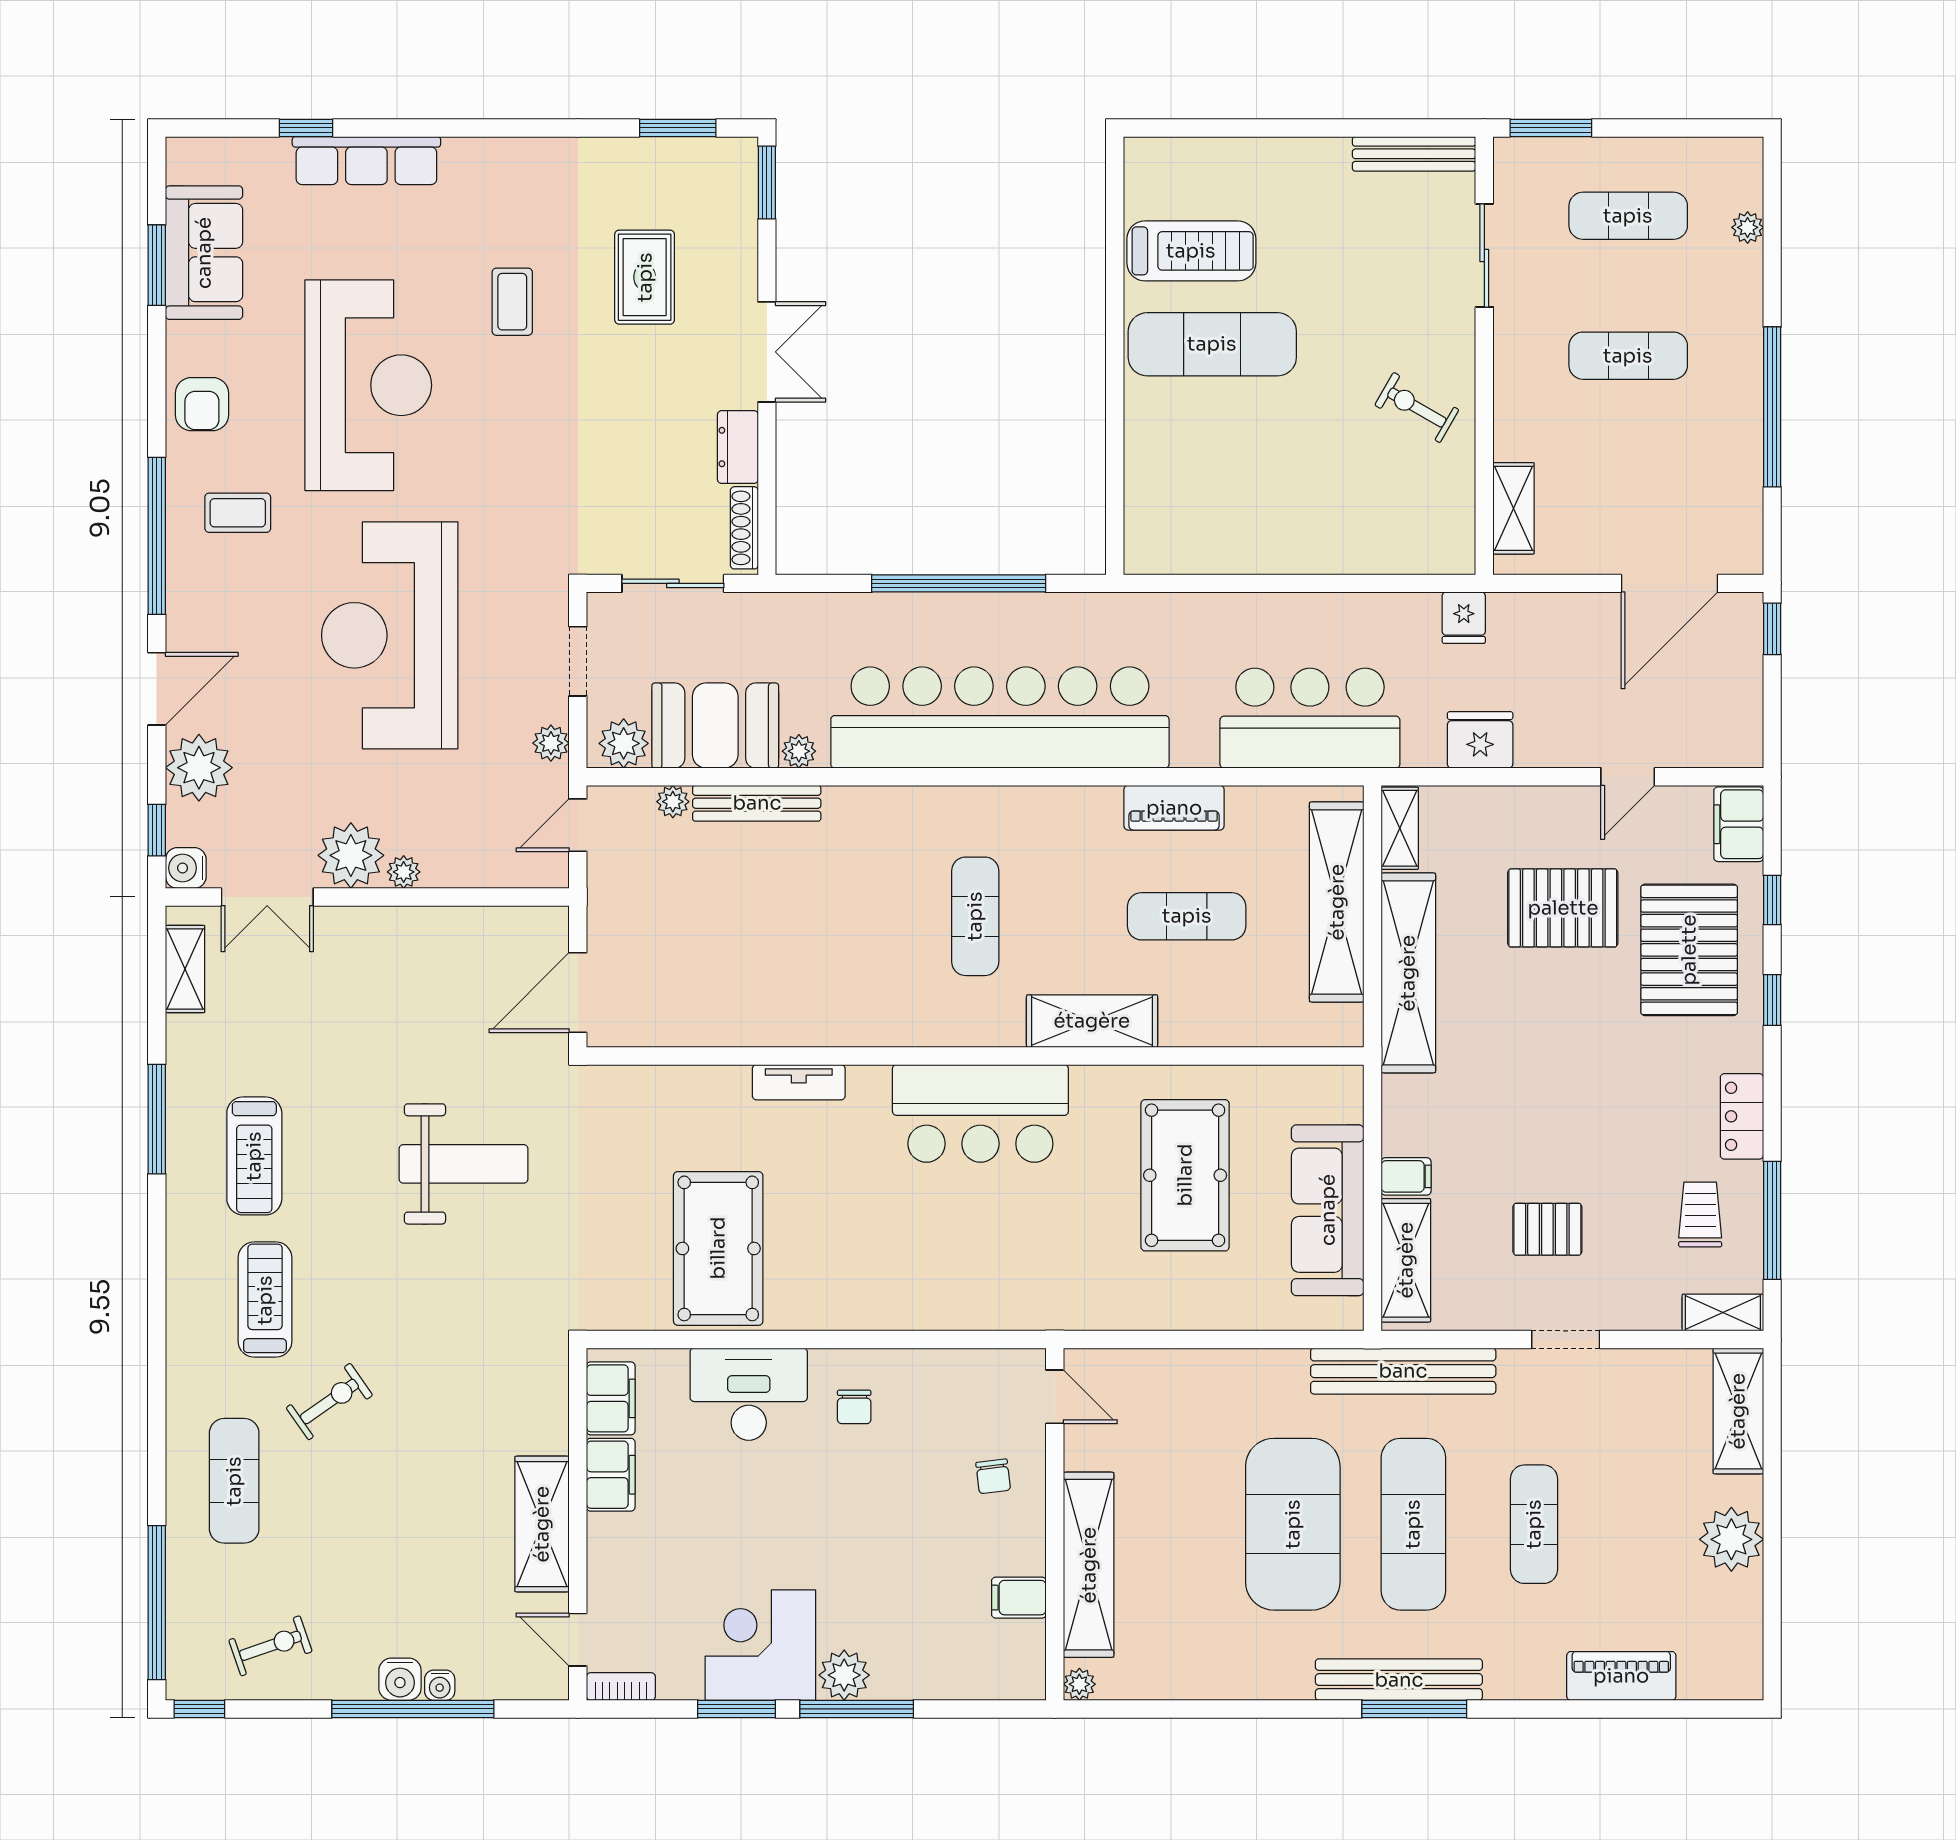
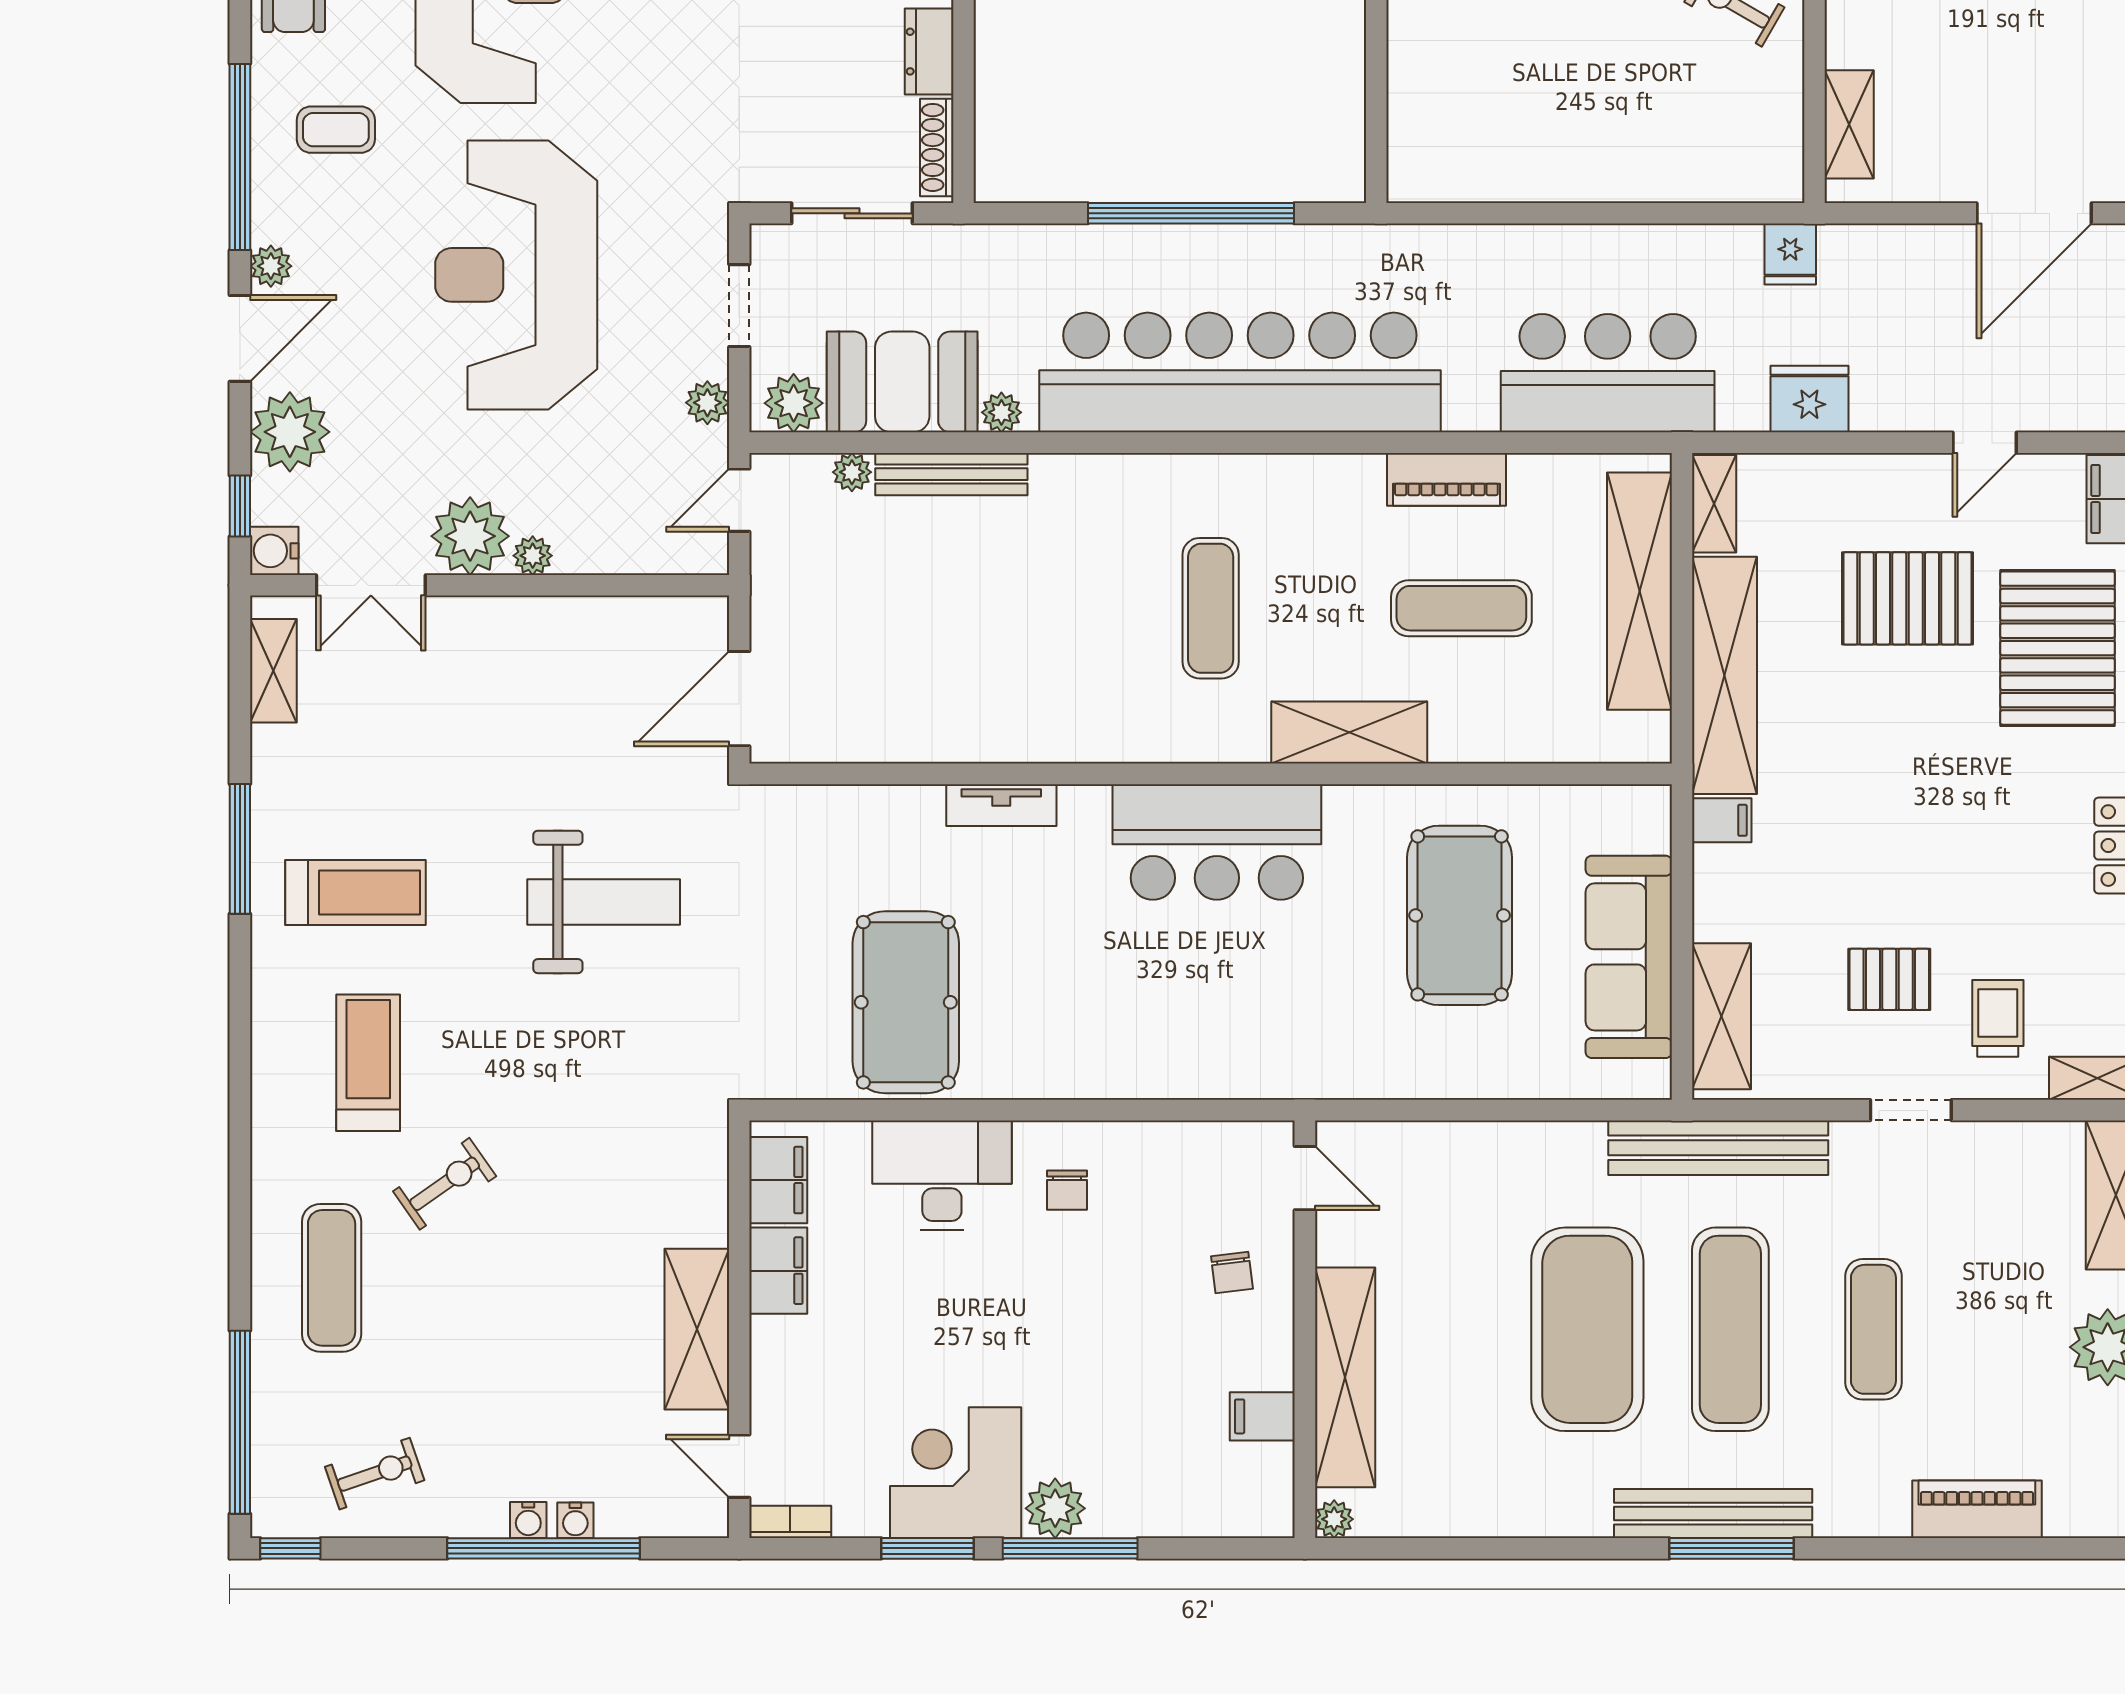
plant: (183, 628) -> (271, 266), added
treadmill: (254, 1156) -> (355, 892), turned -90
filing cabinet: (1406, 1176) -> (1722, 820), moved
trolley: (1700, 1214) -> (1998, 1018), moved
water cooler: (400, 1679) -> (528, 1520), width x0.72, depth x0.72

